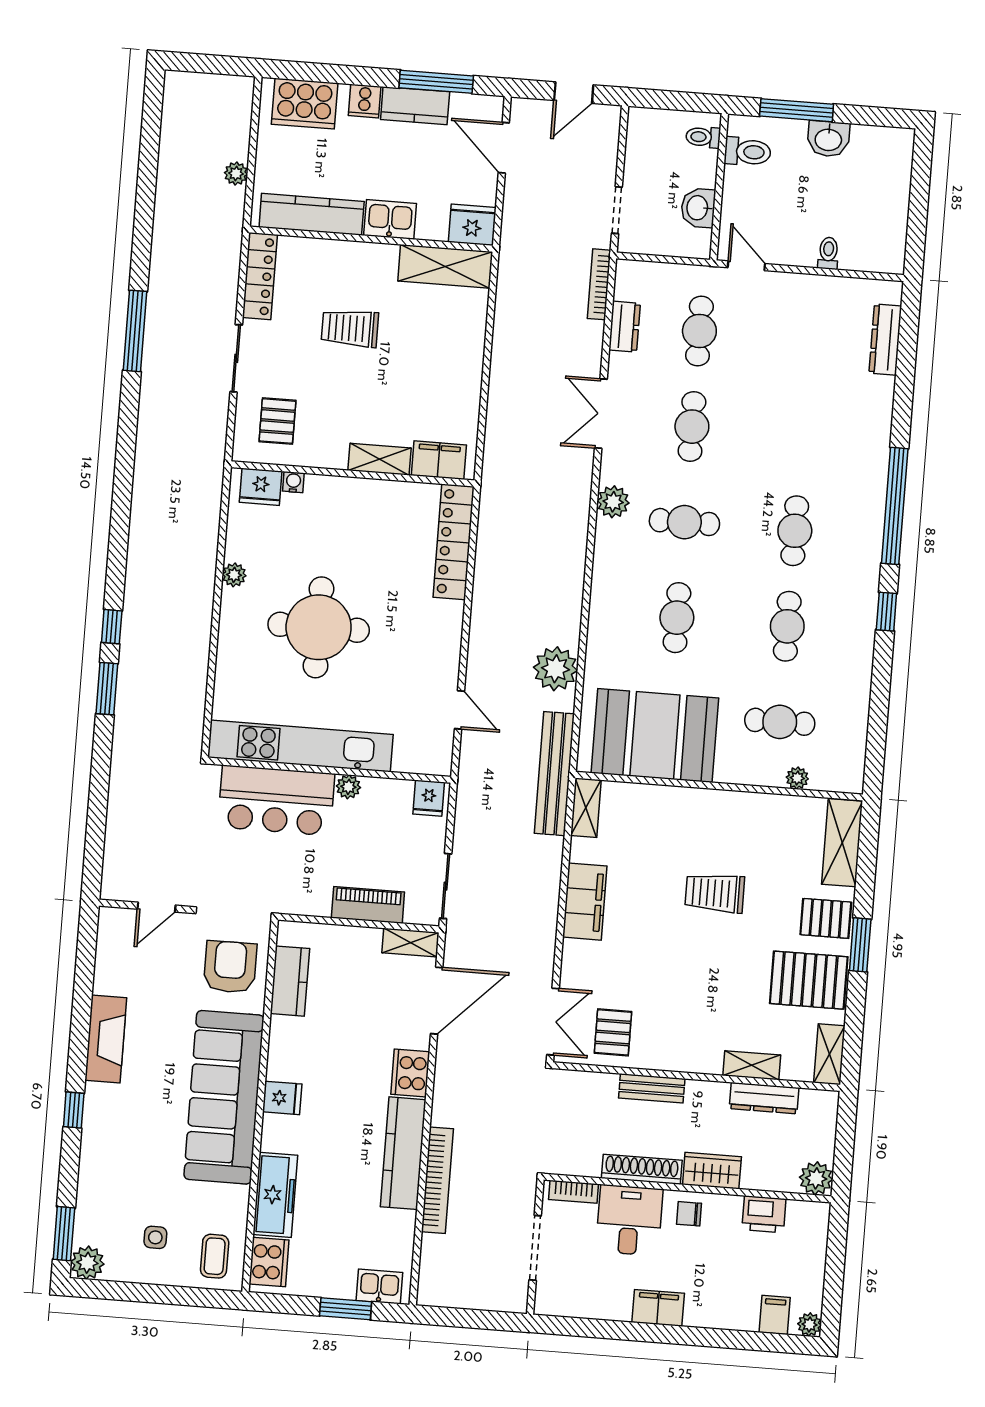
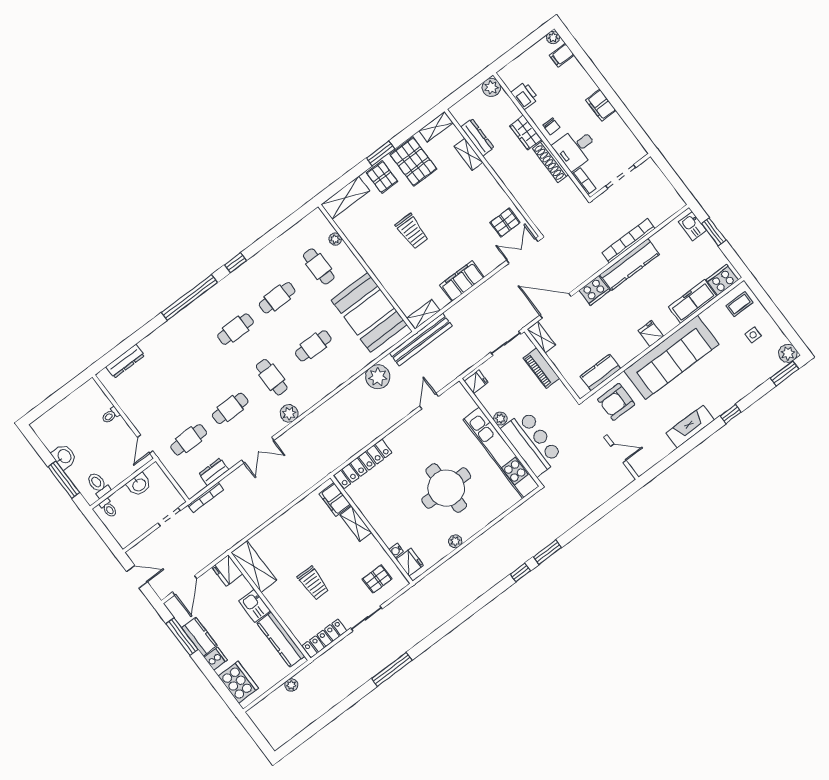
bench: (652, 1088) -> (514, 187), removed

